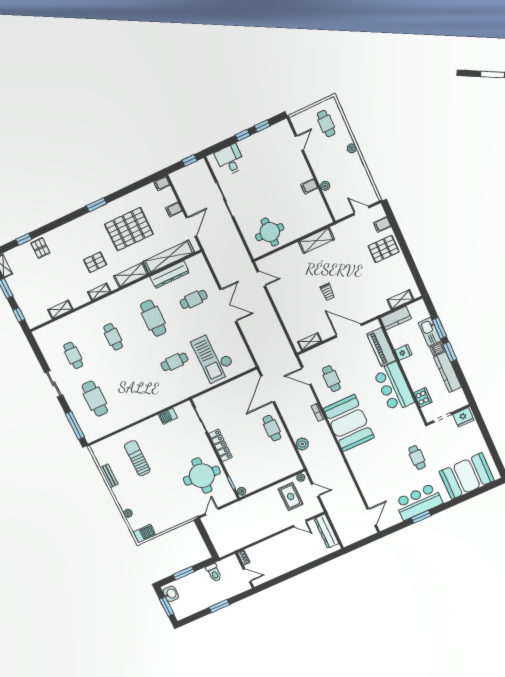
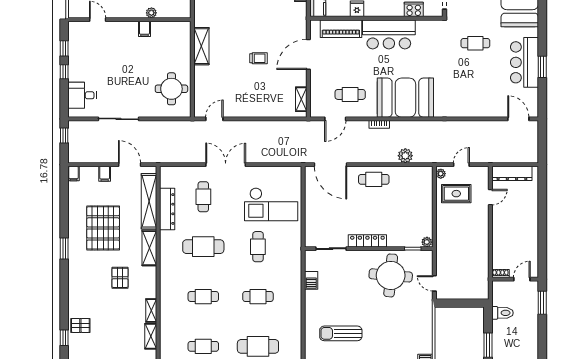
shelving: (99, 292) -> (151, 311), moved
cafe table: (135, 380) -> (258, 297), added
window: (219, 606) -> (542, 303), moved

